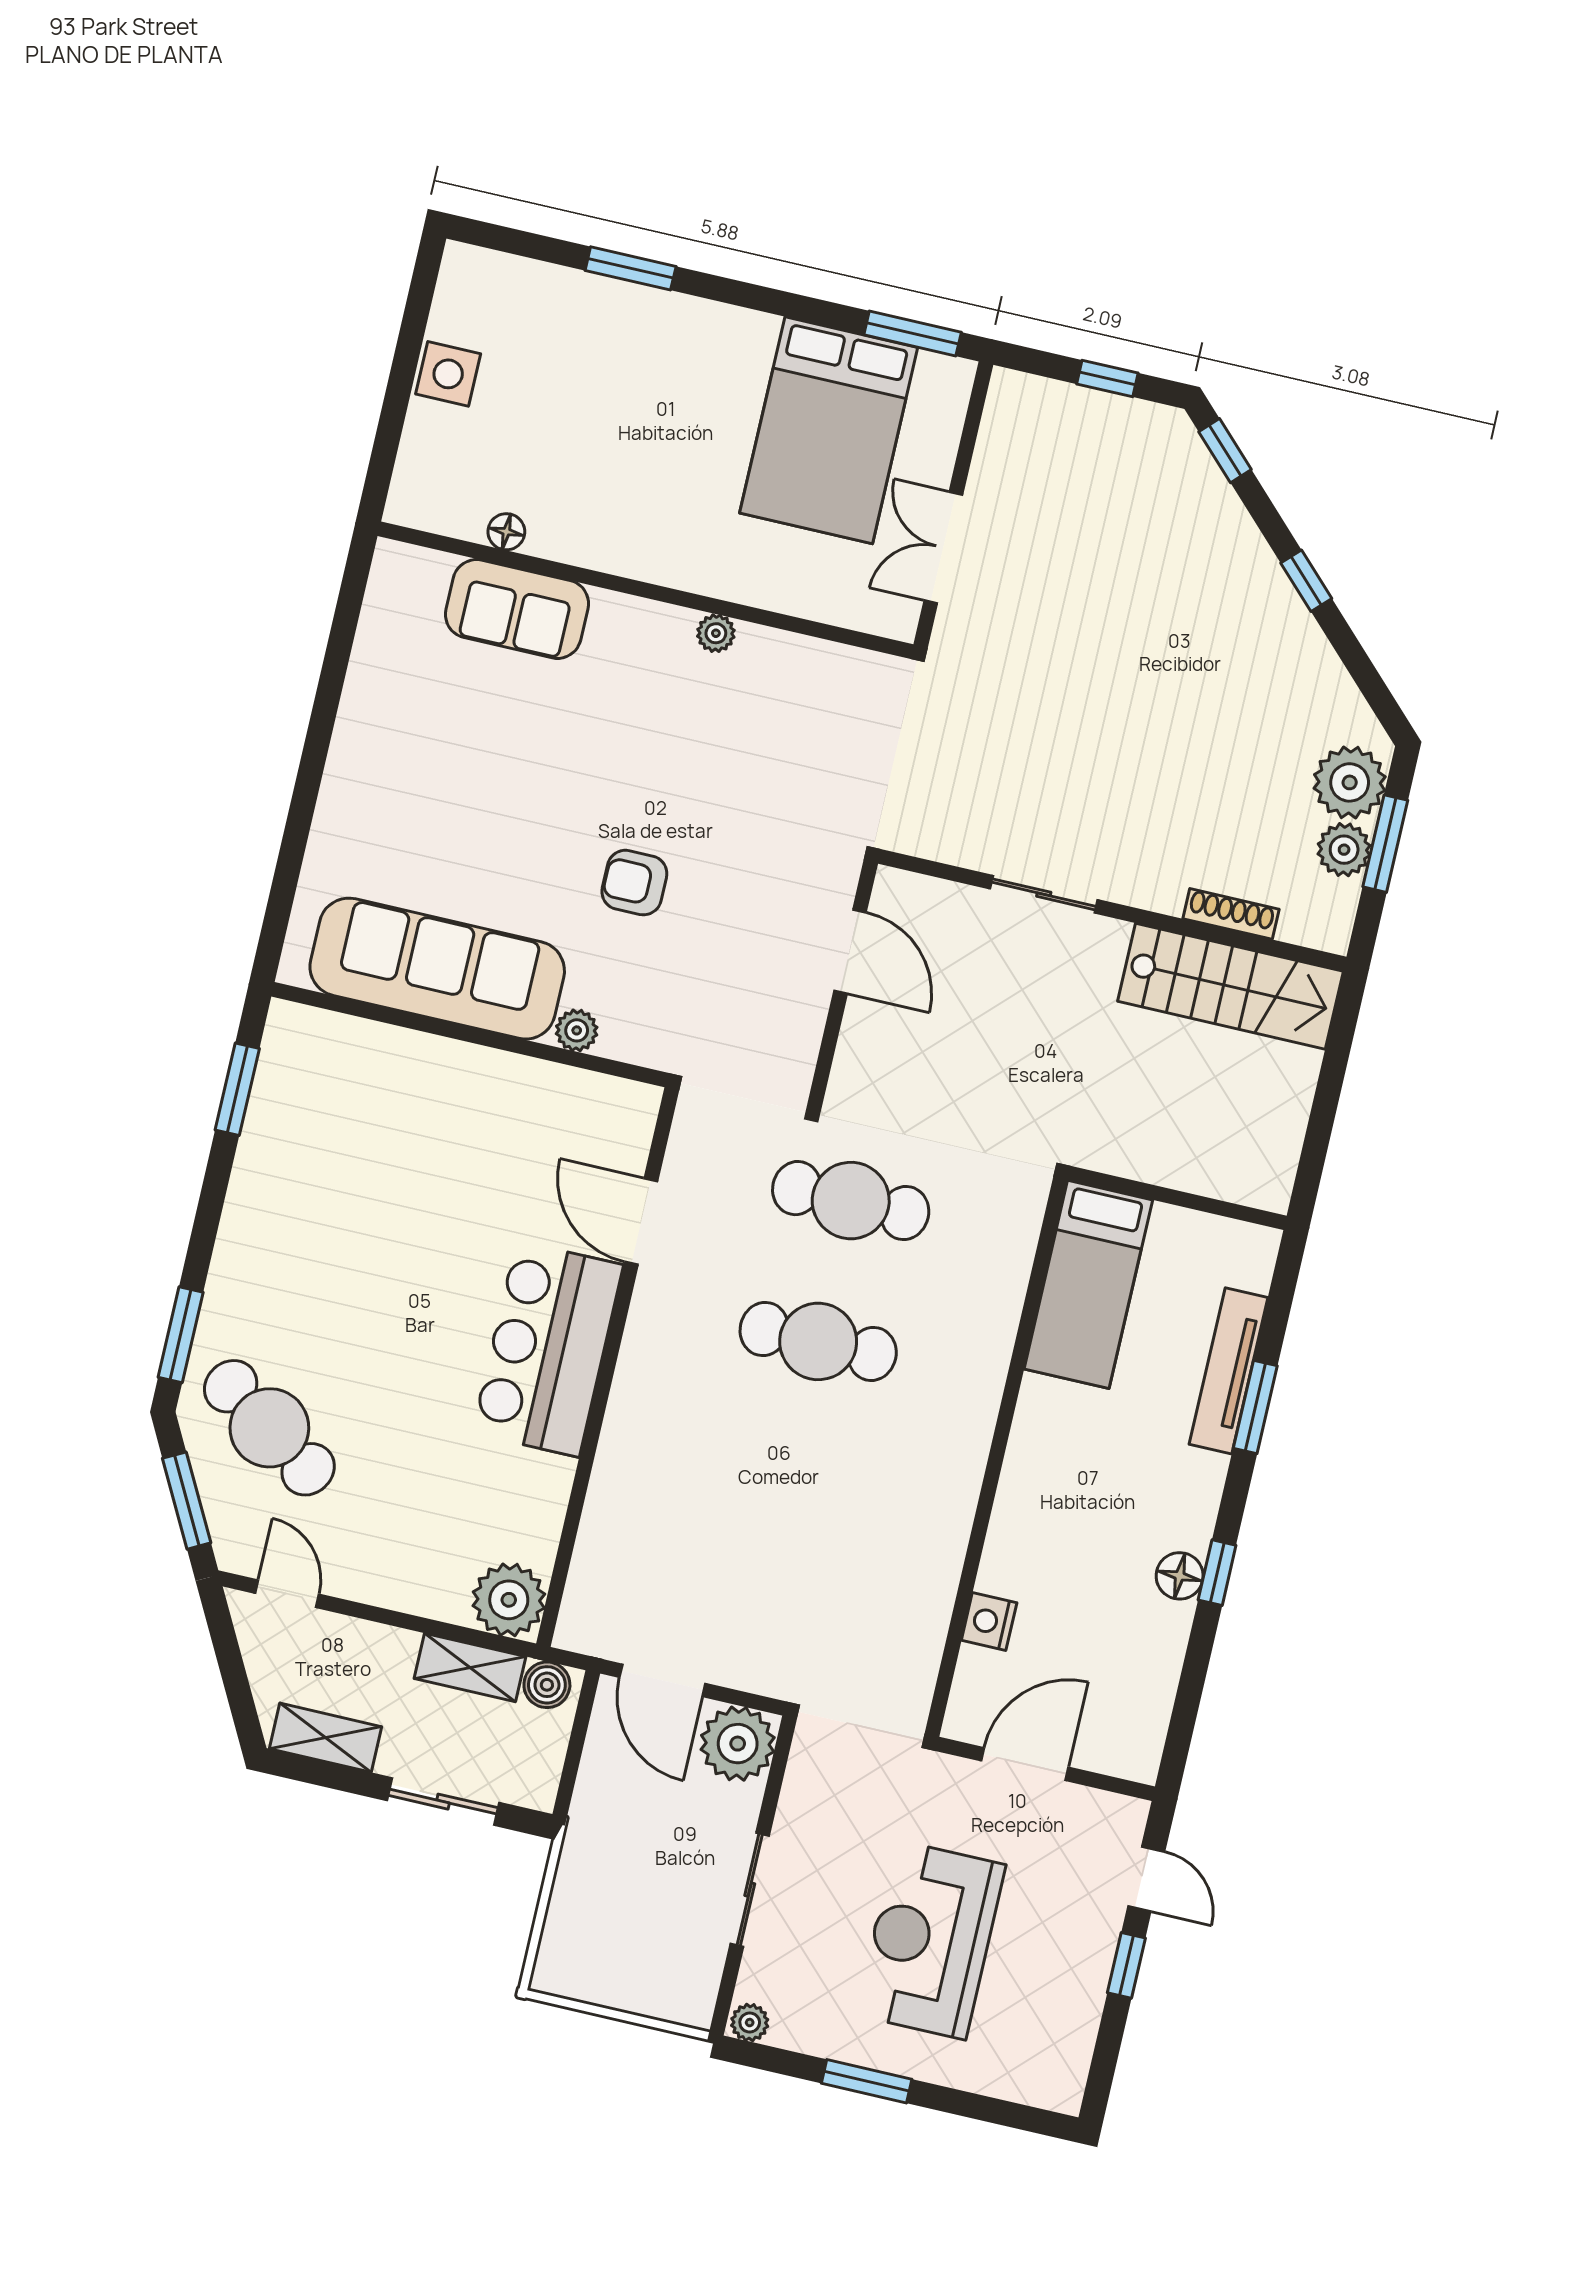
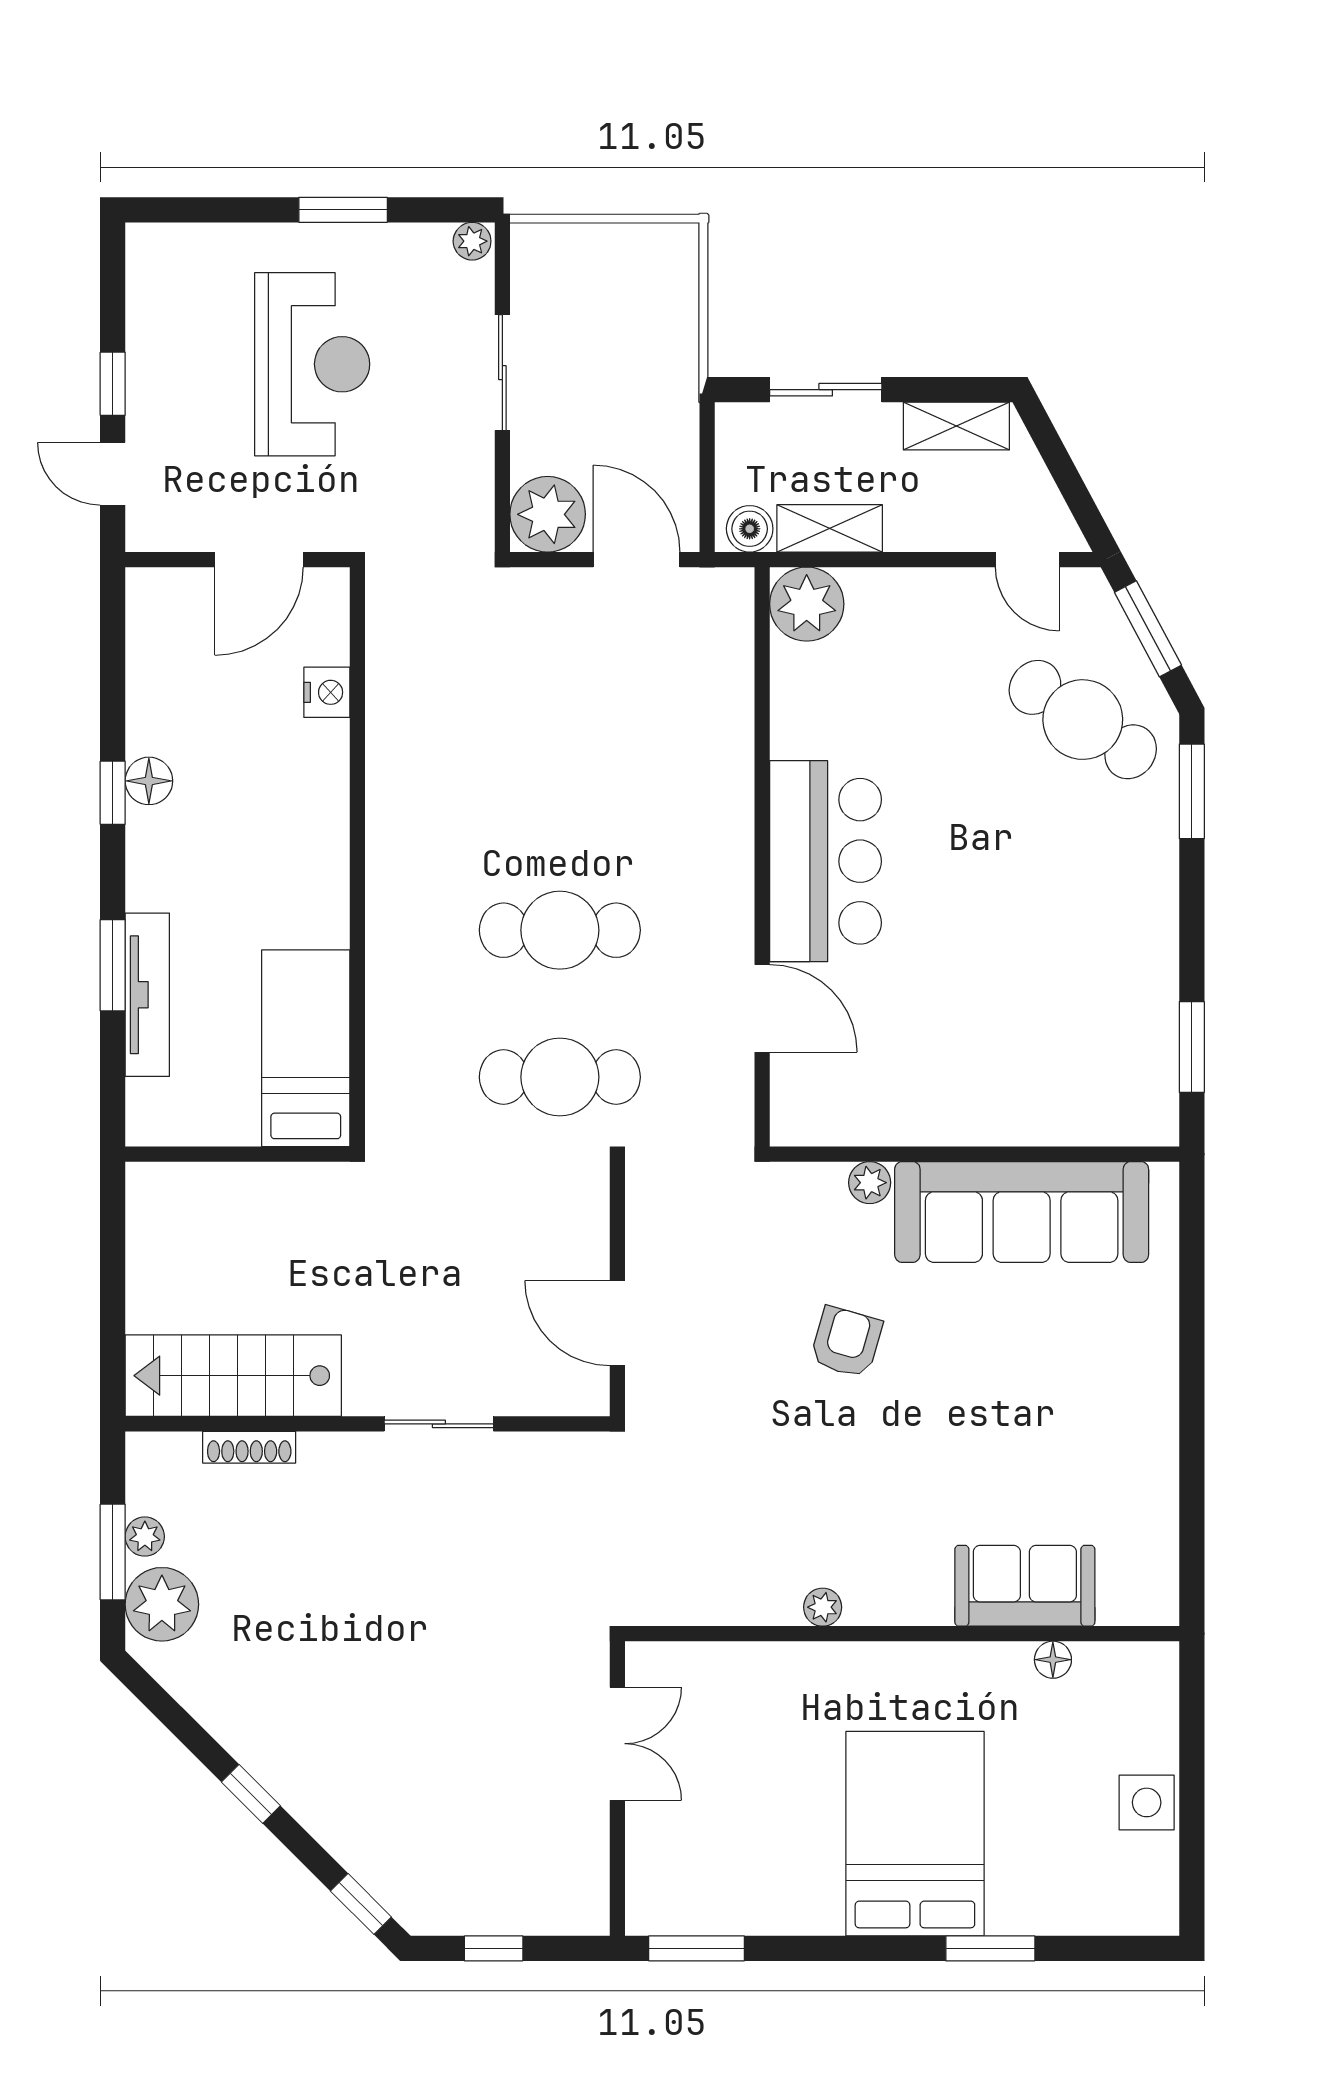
bed: (829, 430) -> (915, 1834), moved
plant: (1344, 850) -> (145, 1537), width x0.73, depth x0.73
armchair: (634, 883) -> (846, 1342), turned -74

